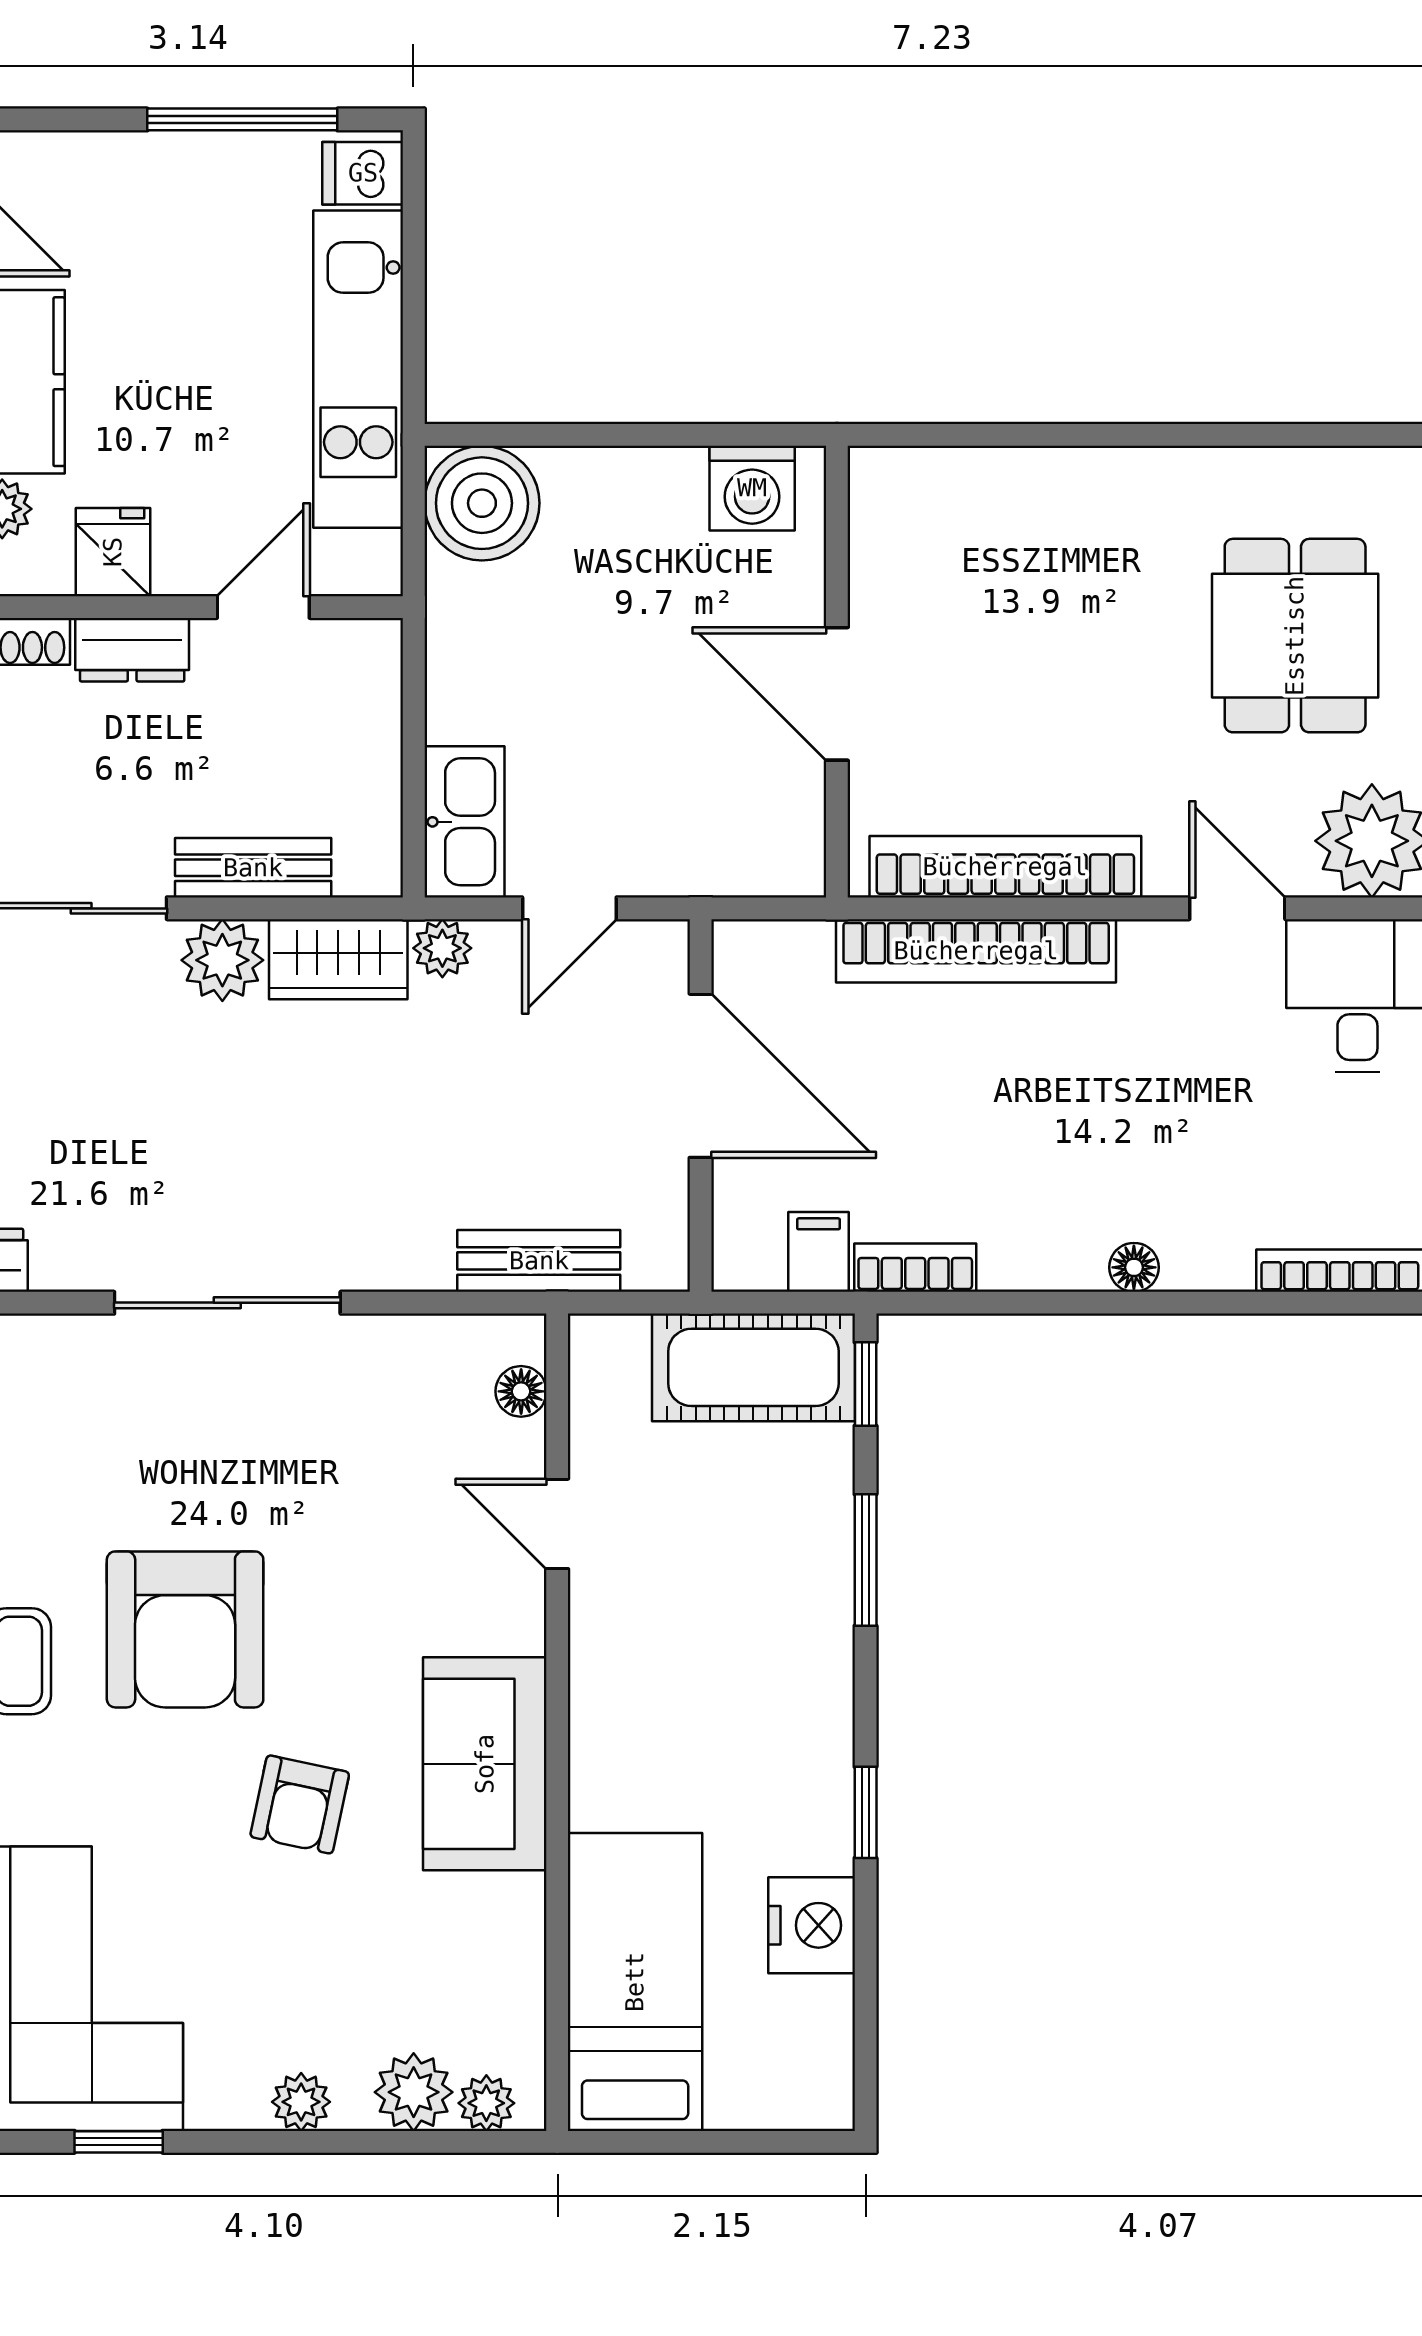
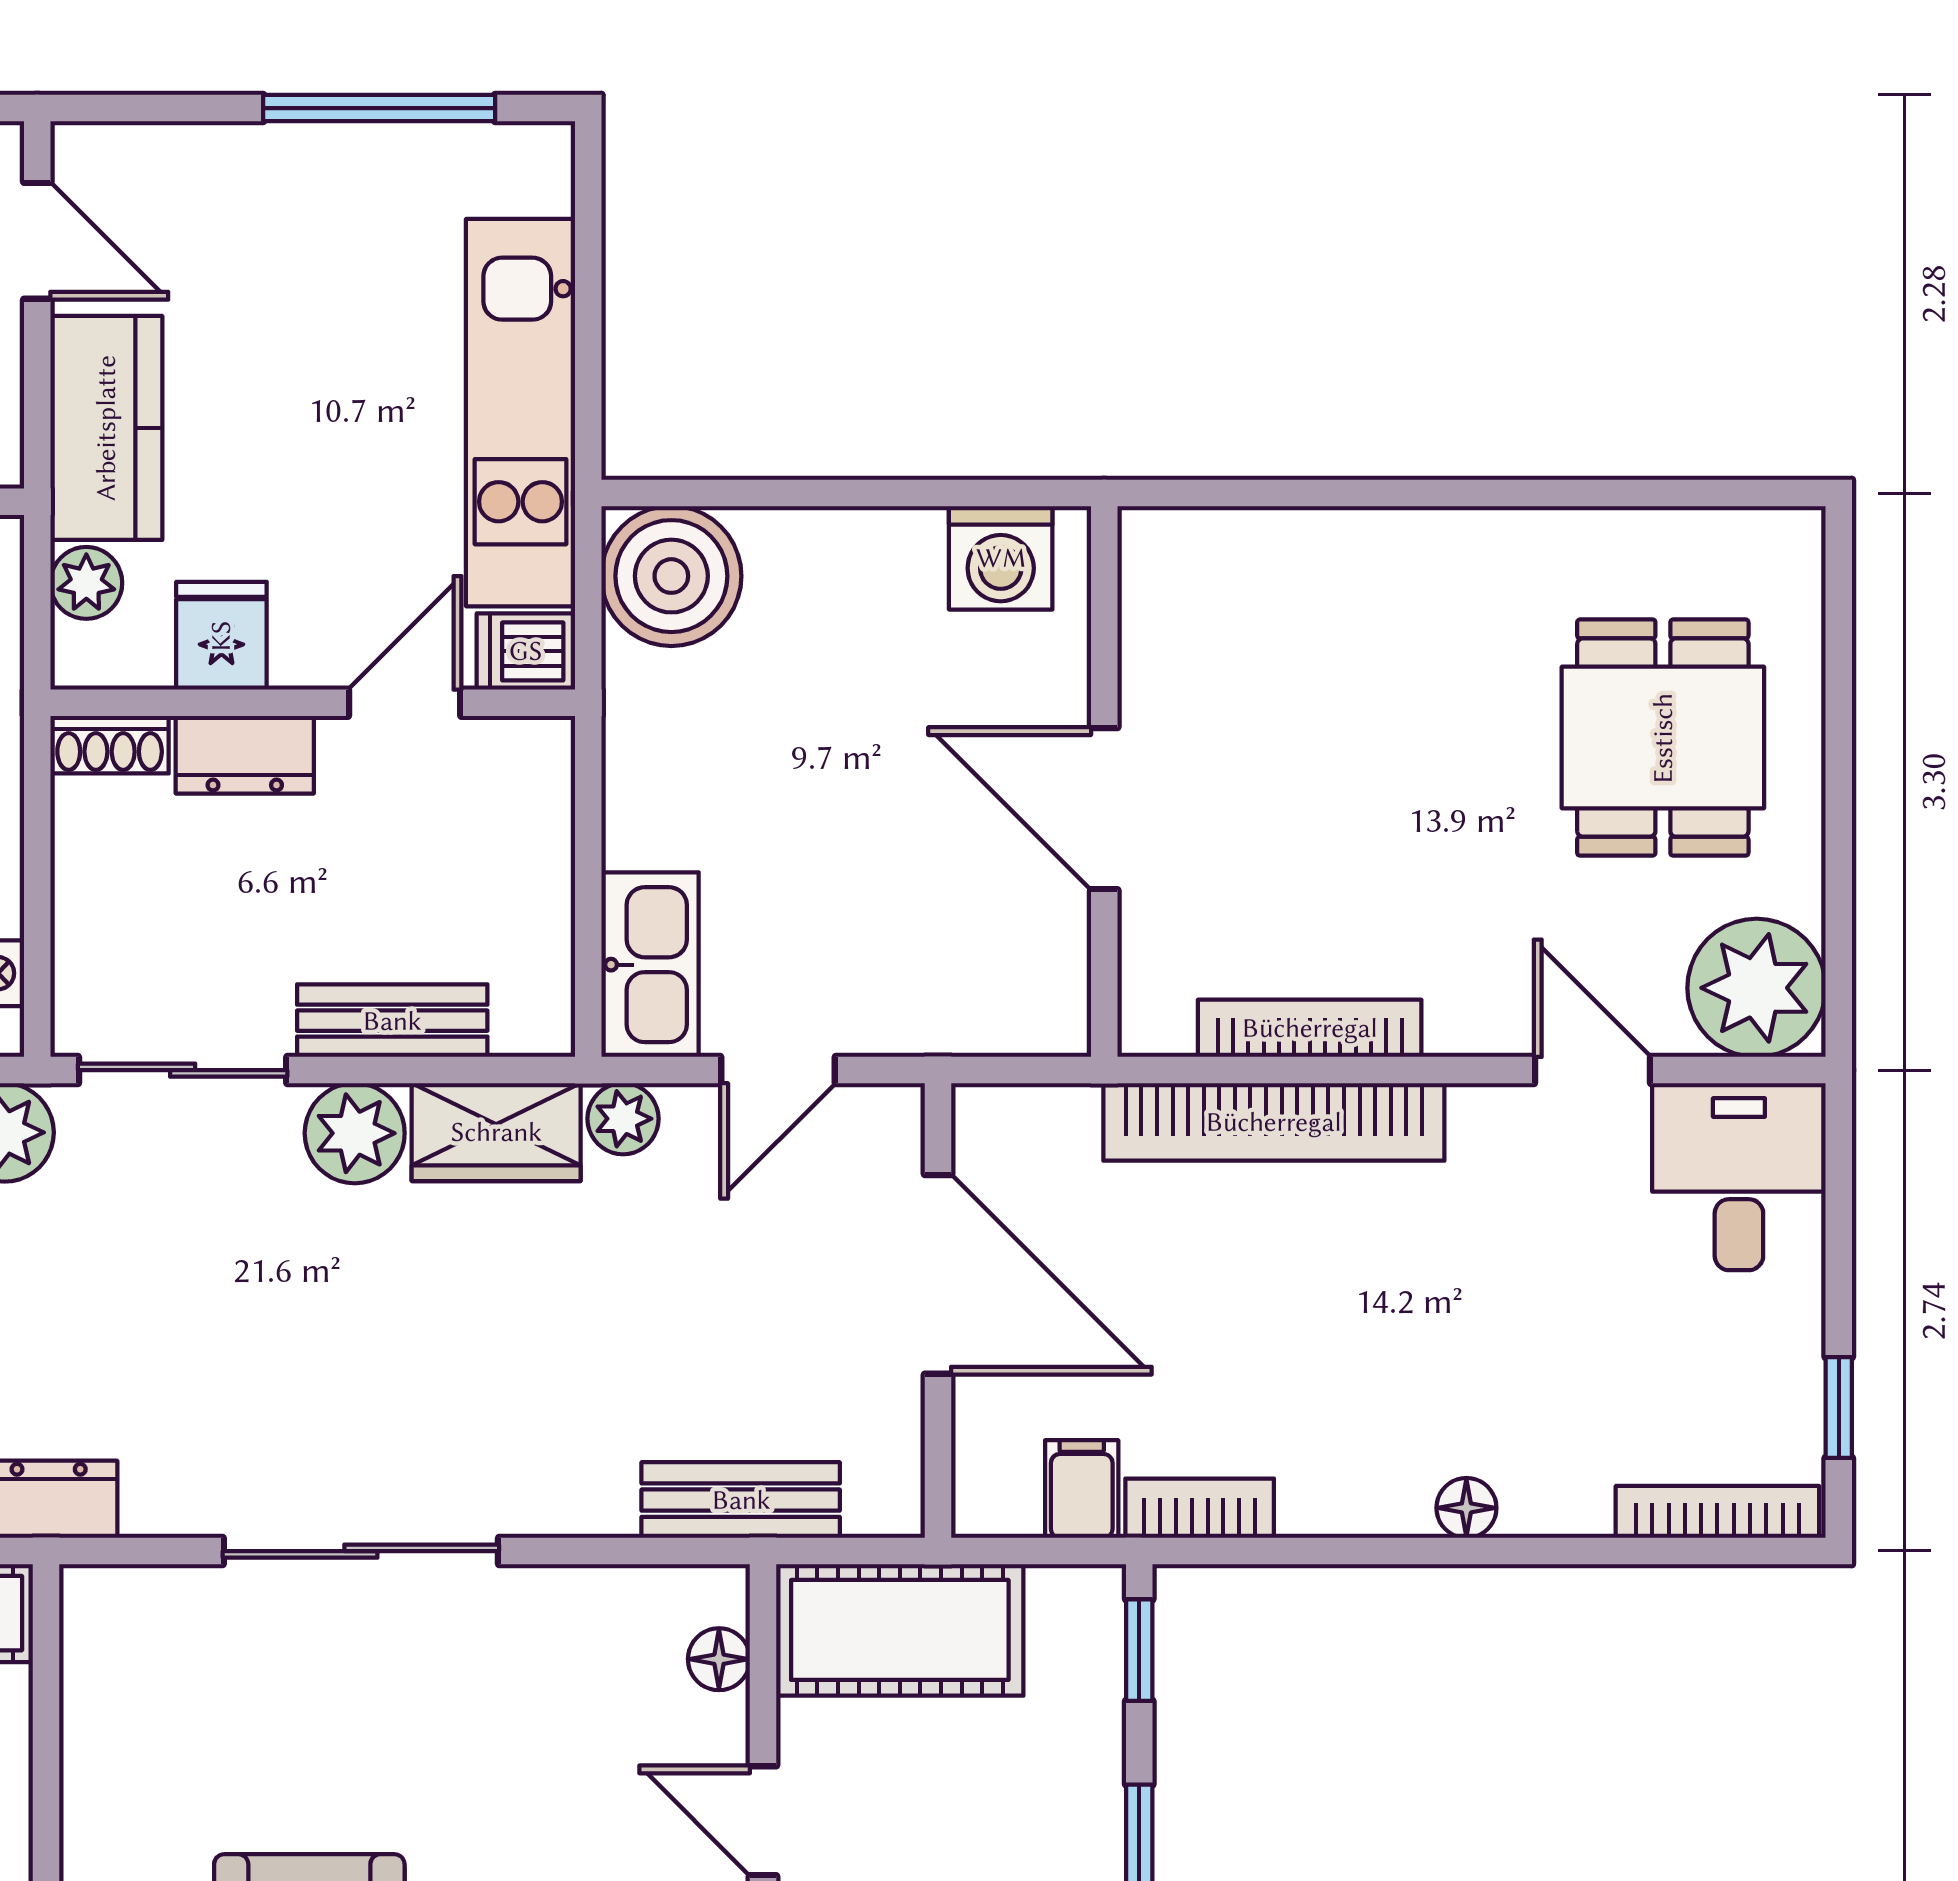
dishwasher: (363, 173) -> (526, 651), moved
bookcase: (1005, 867) -> (1310, 1028), width x0.68, depth x0.76
cot: (753, 1367) -> (900, 1630), moved

